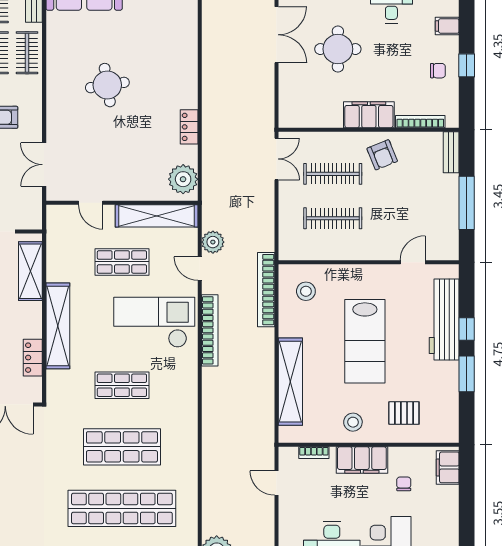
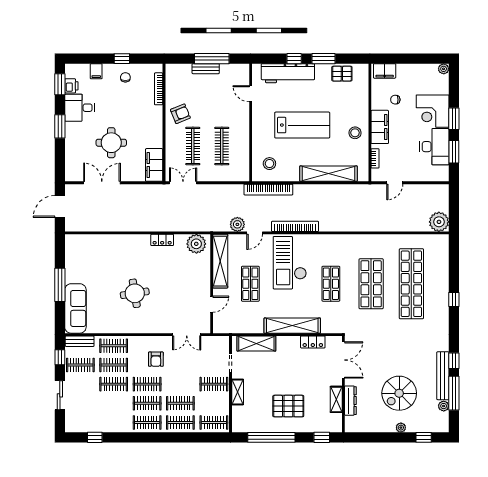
filing cabinet: (369, 115) -> (154, 165), moved
bench: (451, 152) -> (206, 69), moved
pallet: (404, 413) -> (342, 74), moved, turned 90

